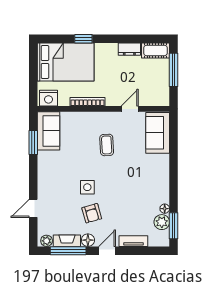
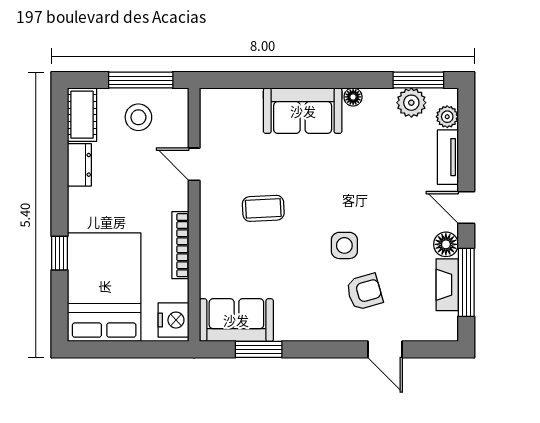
window: (174, 70) -> (141, 80), moved
stool: (154, 80) -> (138, 117), added
sofa: (158, 133) -> (303, 111), moved
floor lamp: (165, 209) -> (353, 97), moved
armchair: (92, 213) -> (364, 292), moved
plant: (47, 241) -> (447, 117), moved

